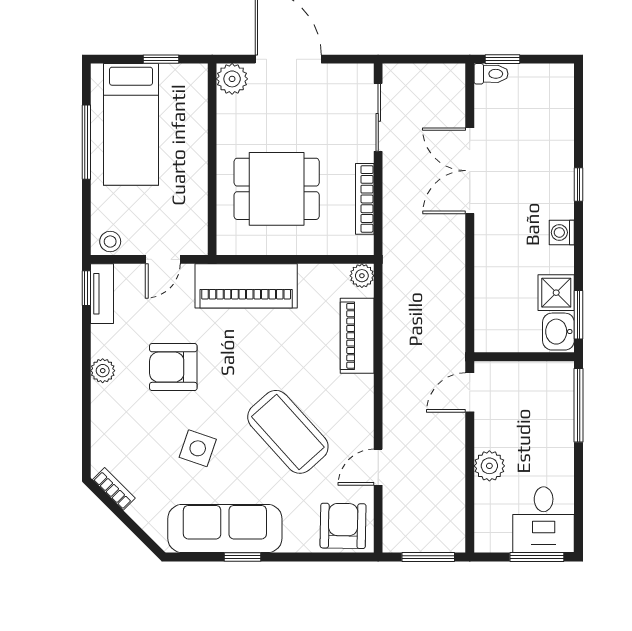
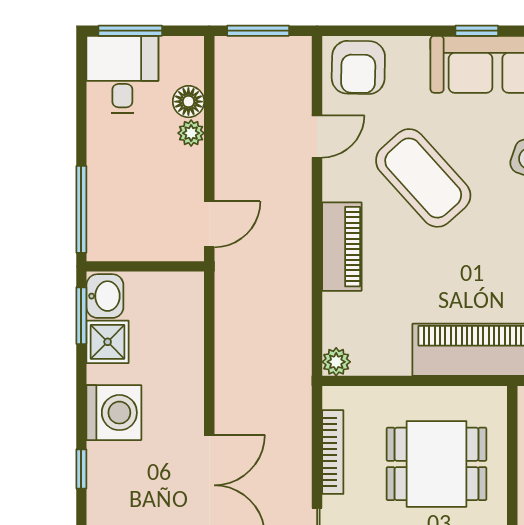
washing machine: (562, 232) -> (114, 413), width x1.89, depth x1.89
piano: (357, 336) -> (342, 247), moved
plant: (489, 466) -> (191, 133), width x0.73, depth x0.73
floor lamp: (487, 497) -> (188, 102), added

